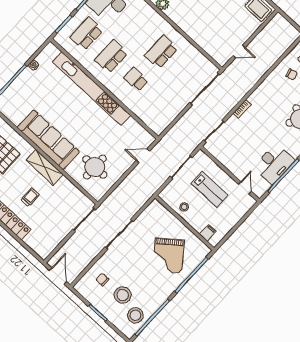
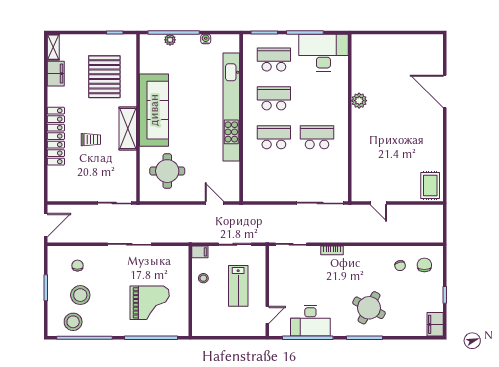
school desk: (136, 79) -> (274, 137), width x1.85
plant: (13, 88) -> (170, 40), added
filing cabinet: (208, 233) -> (200, 252), moved
grand piano: (168, 255) -> (150, 303), turned -142

